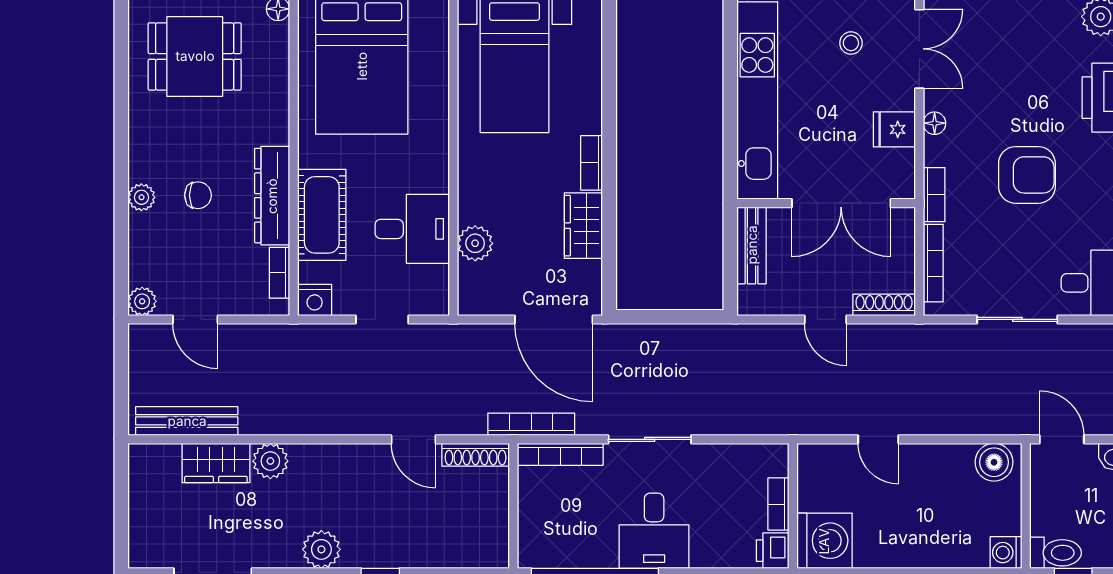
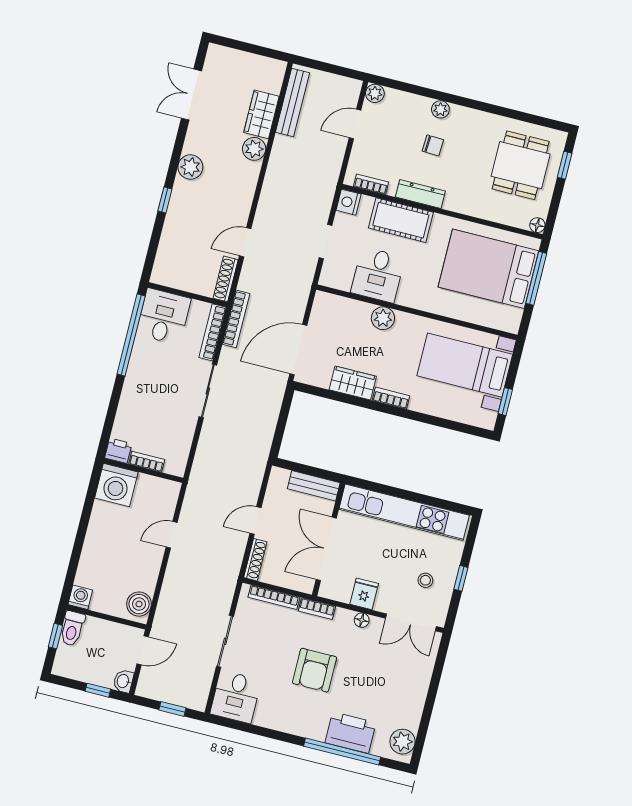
chair: (198, 195) -> (433, 145), turned -87
dresser: (272, 196) -> (420, 194), width x0.73, depth x0.80
plant: (475, 243) -> (383, 318), moved
desk: (654, 531) -> (164, 316), moved, turned 90

